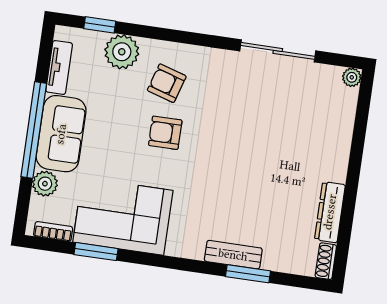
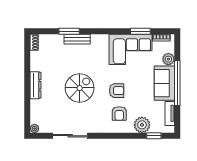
armchair: (167, 83) -> (119, 113), turned 73
spiral stairs: (243, 150) -> (80, 88), added
dresser: (330, 212) -> (36, 85), moved

